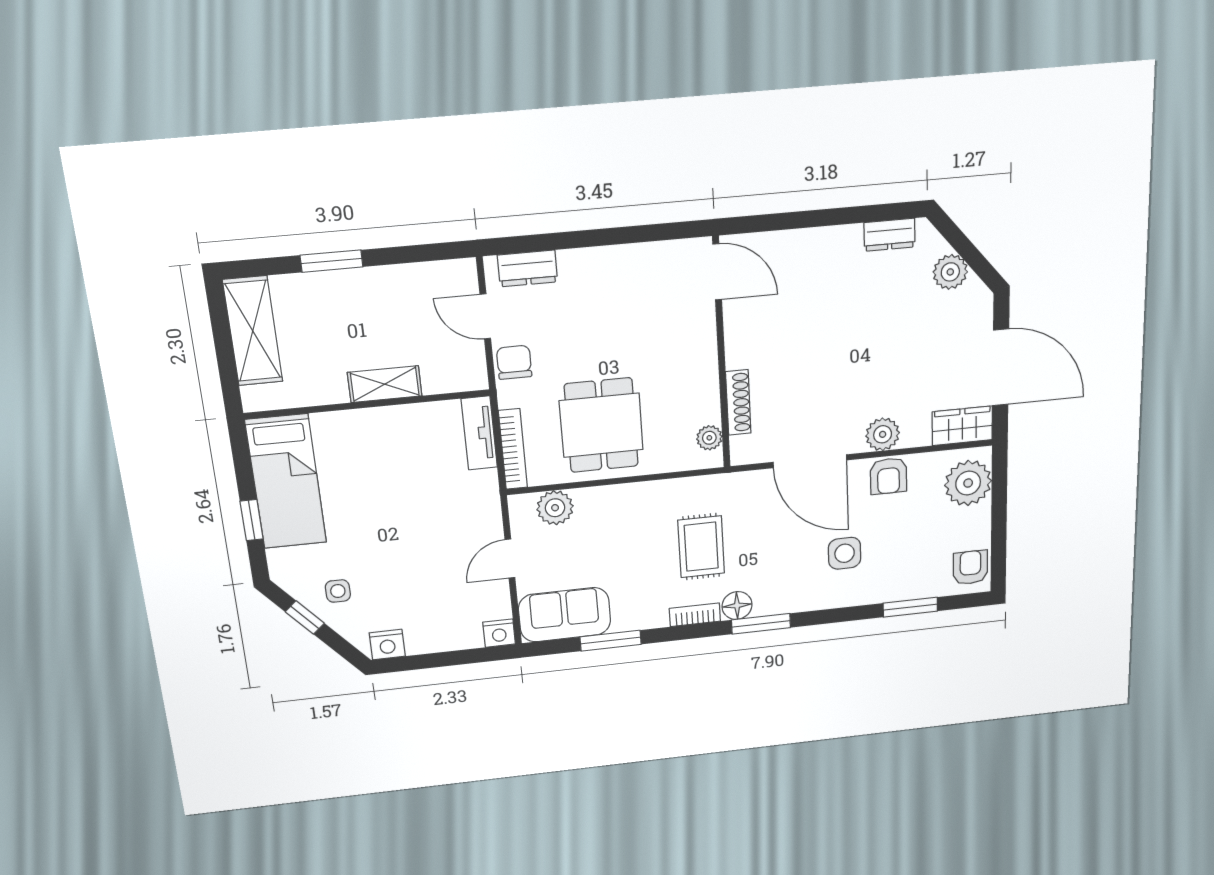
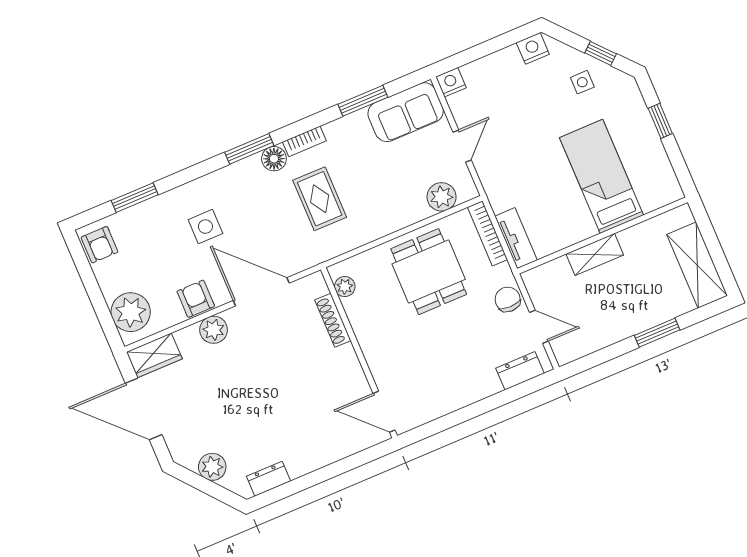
chair: (514, 362) -> (508, 299), turned 180
bed: (286, 482) -> (602, 176), moved

